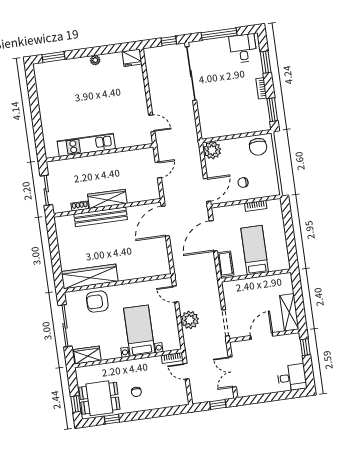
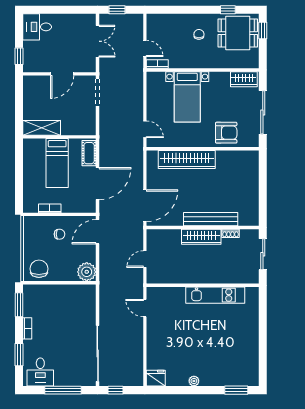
wardrobe: (90, 276) -> (187, 160), moved
shelving: (289, 312) -> (42, 128), moved, turned 90
plant: (190, 320) -> (134, 101), removed

